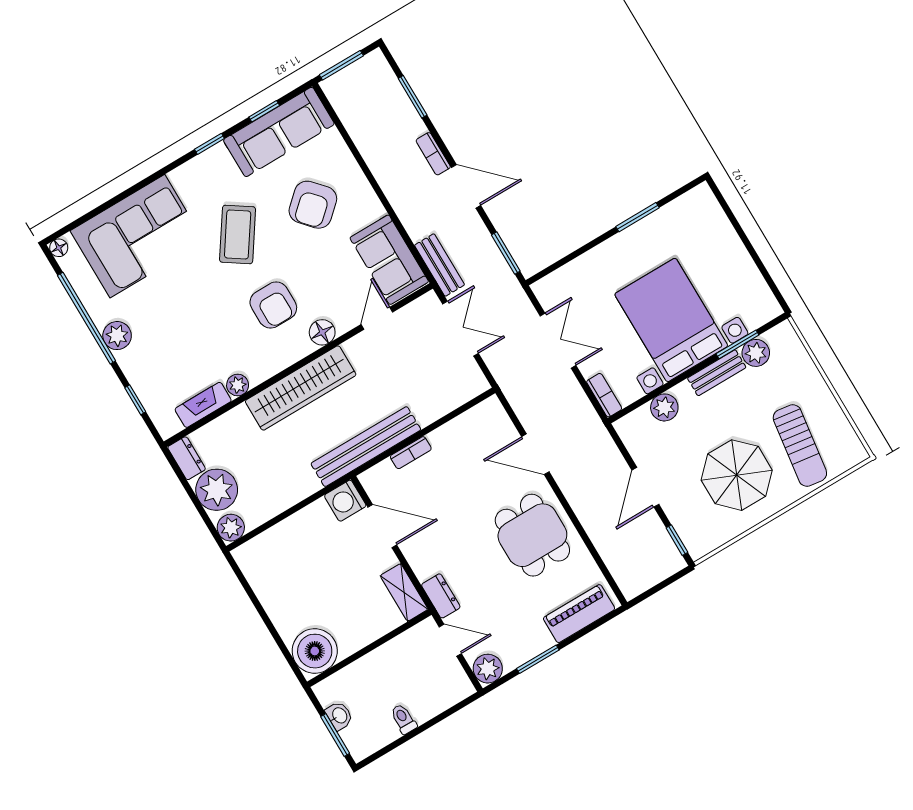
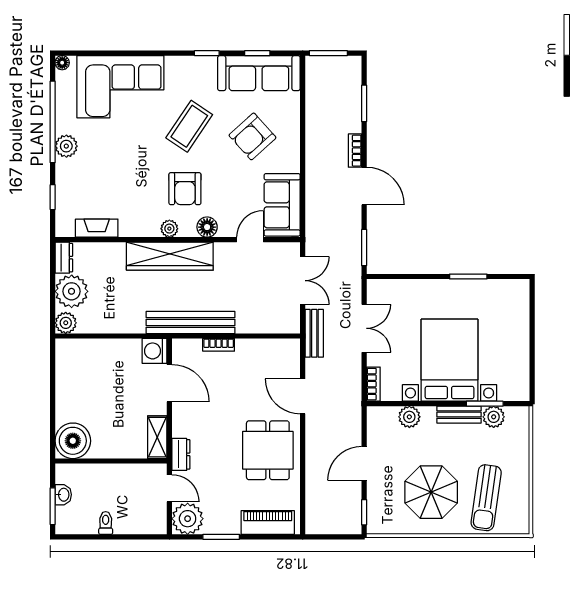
bench: (440, 265) -> (314, 333), moved
plant: (238, 385) -> (169, 229), moved
plant: (488, 669) -> (188, 519), width x1.36, depth x1.36

